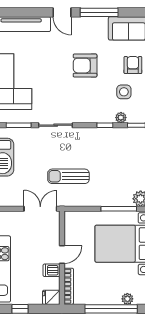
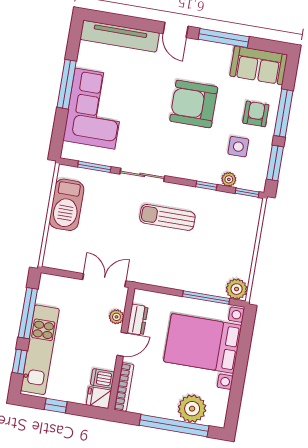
armchair: (85, 66) -> (194, 104), width x1.36, depth x1.36
sun lounger: (68, 176) -> (167, 217), moved
dresser: (70, 234) -> (138, 320), added
plant: (54, 235) -> (116, 317), added
dishwasher: (51, 270) -> (102, 378), moved
plant: (127, 299) -> (192, 409), width x1.87, depth x1.87

